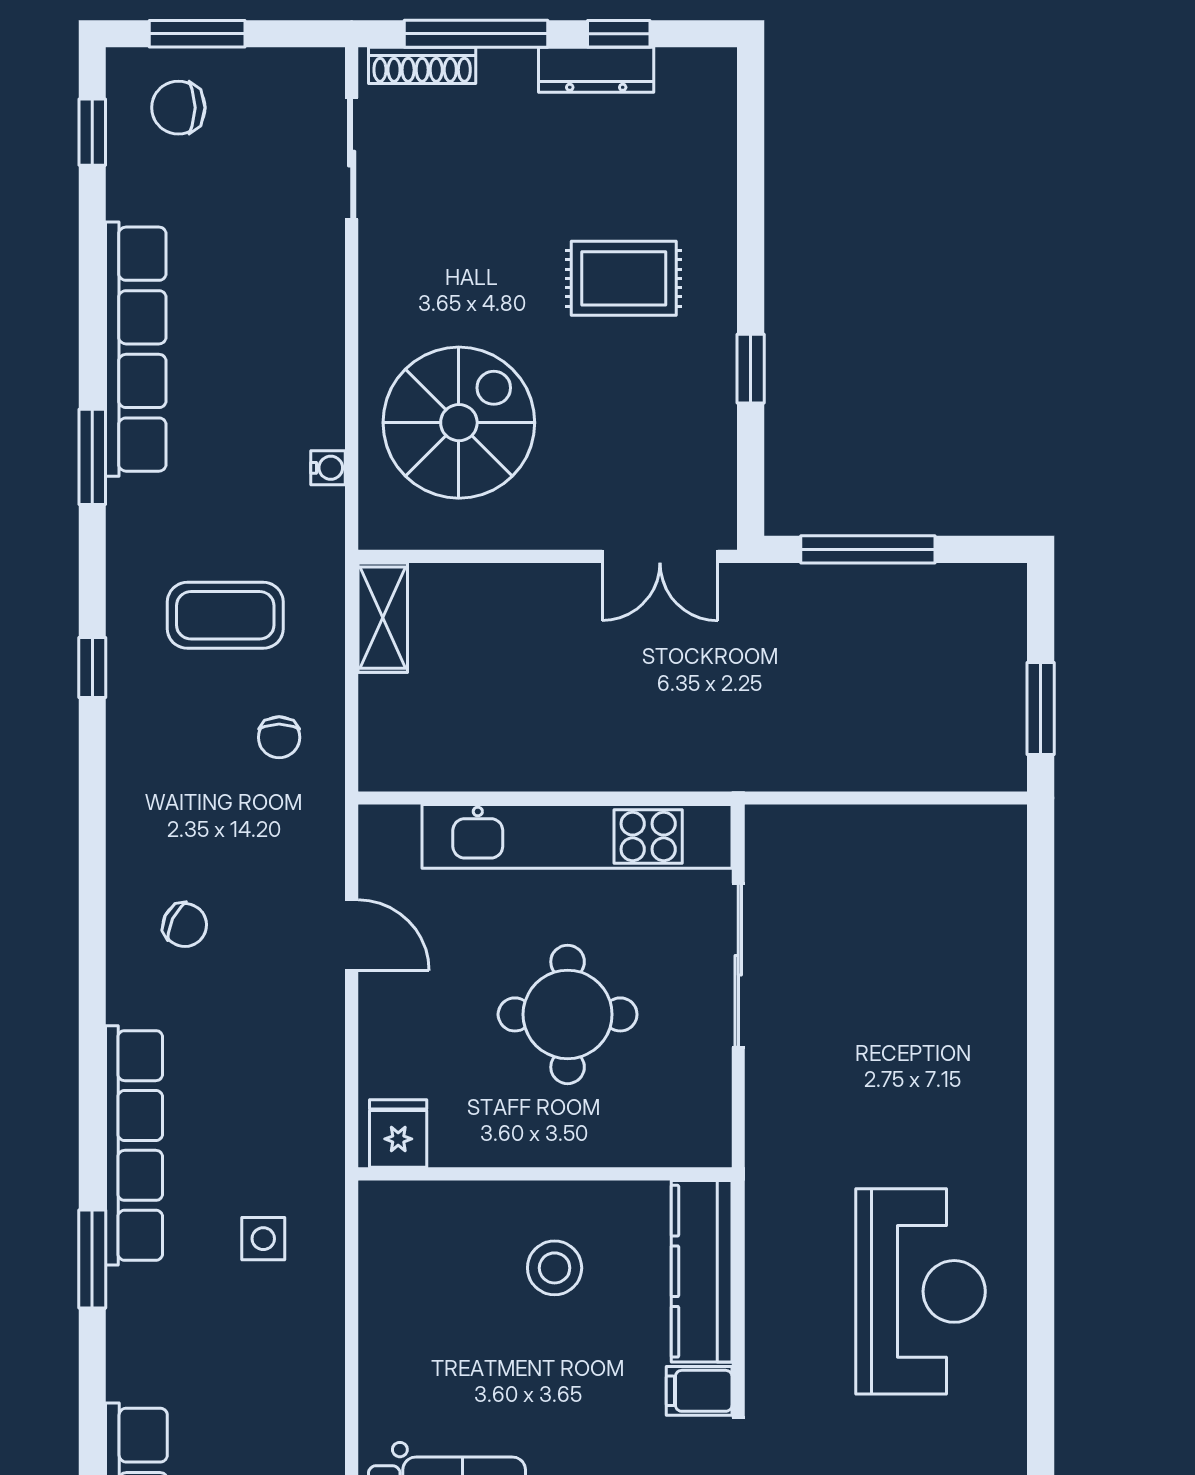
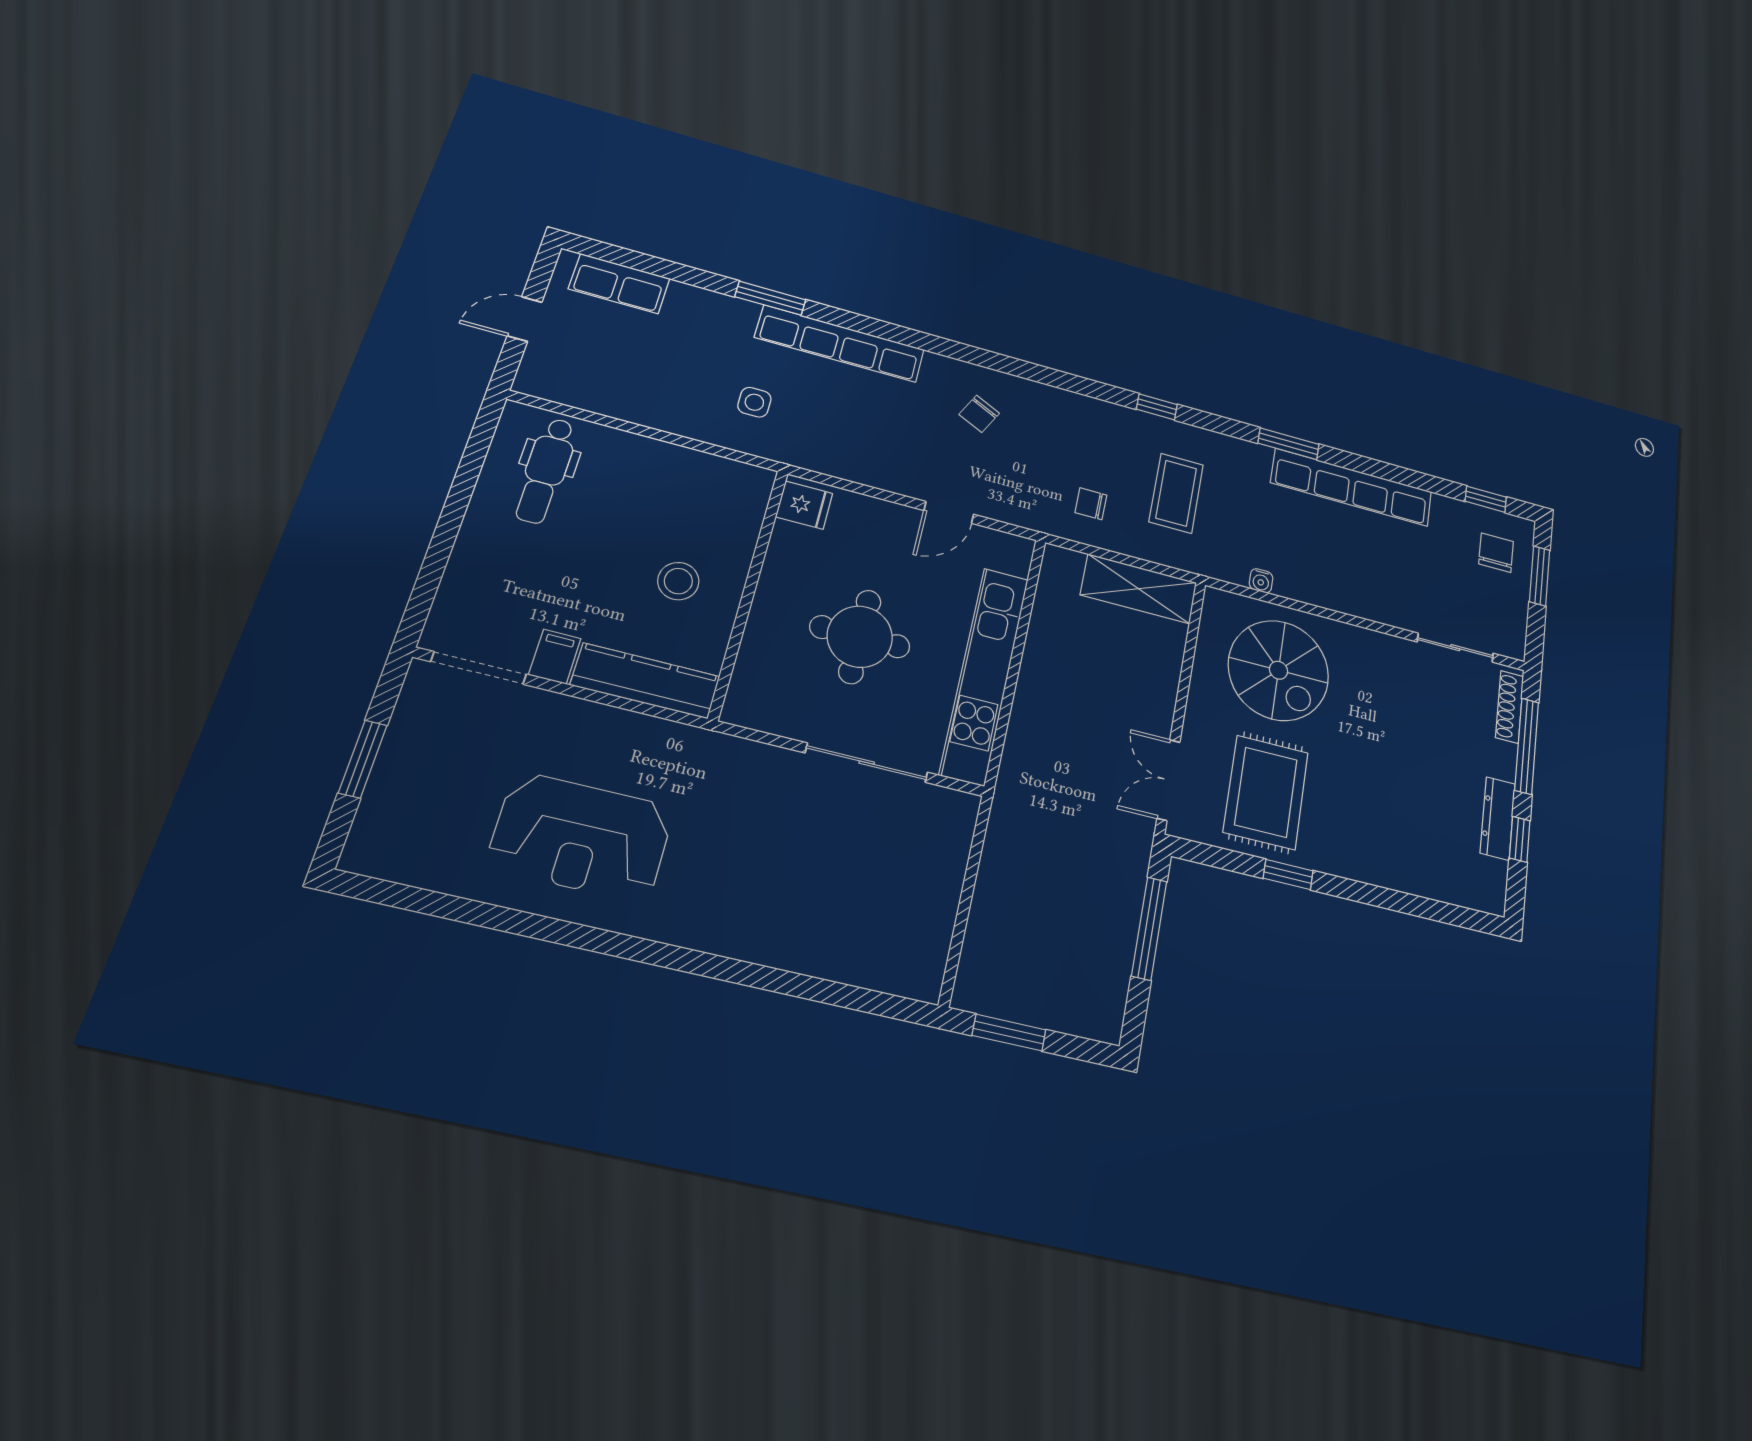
rug: (624, 278) -> (1266, 792), moved, width x1.36, depth x1.43
shelving: (383, 618) -> (1139, 589), width x1.50, depth x1.33

